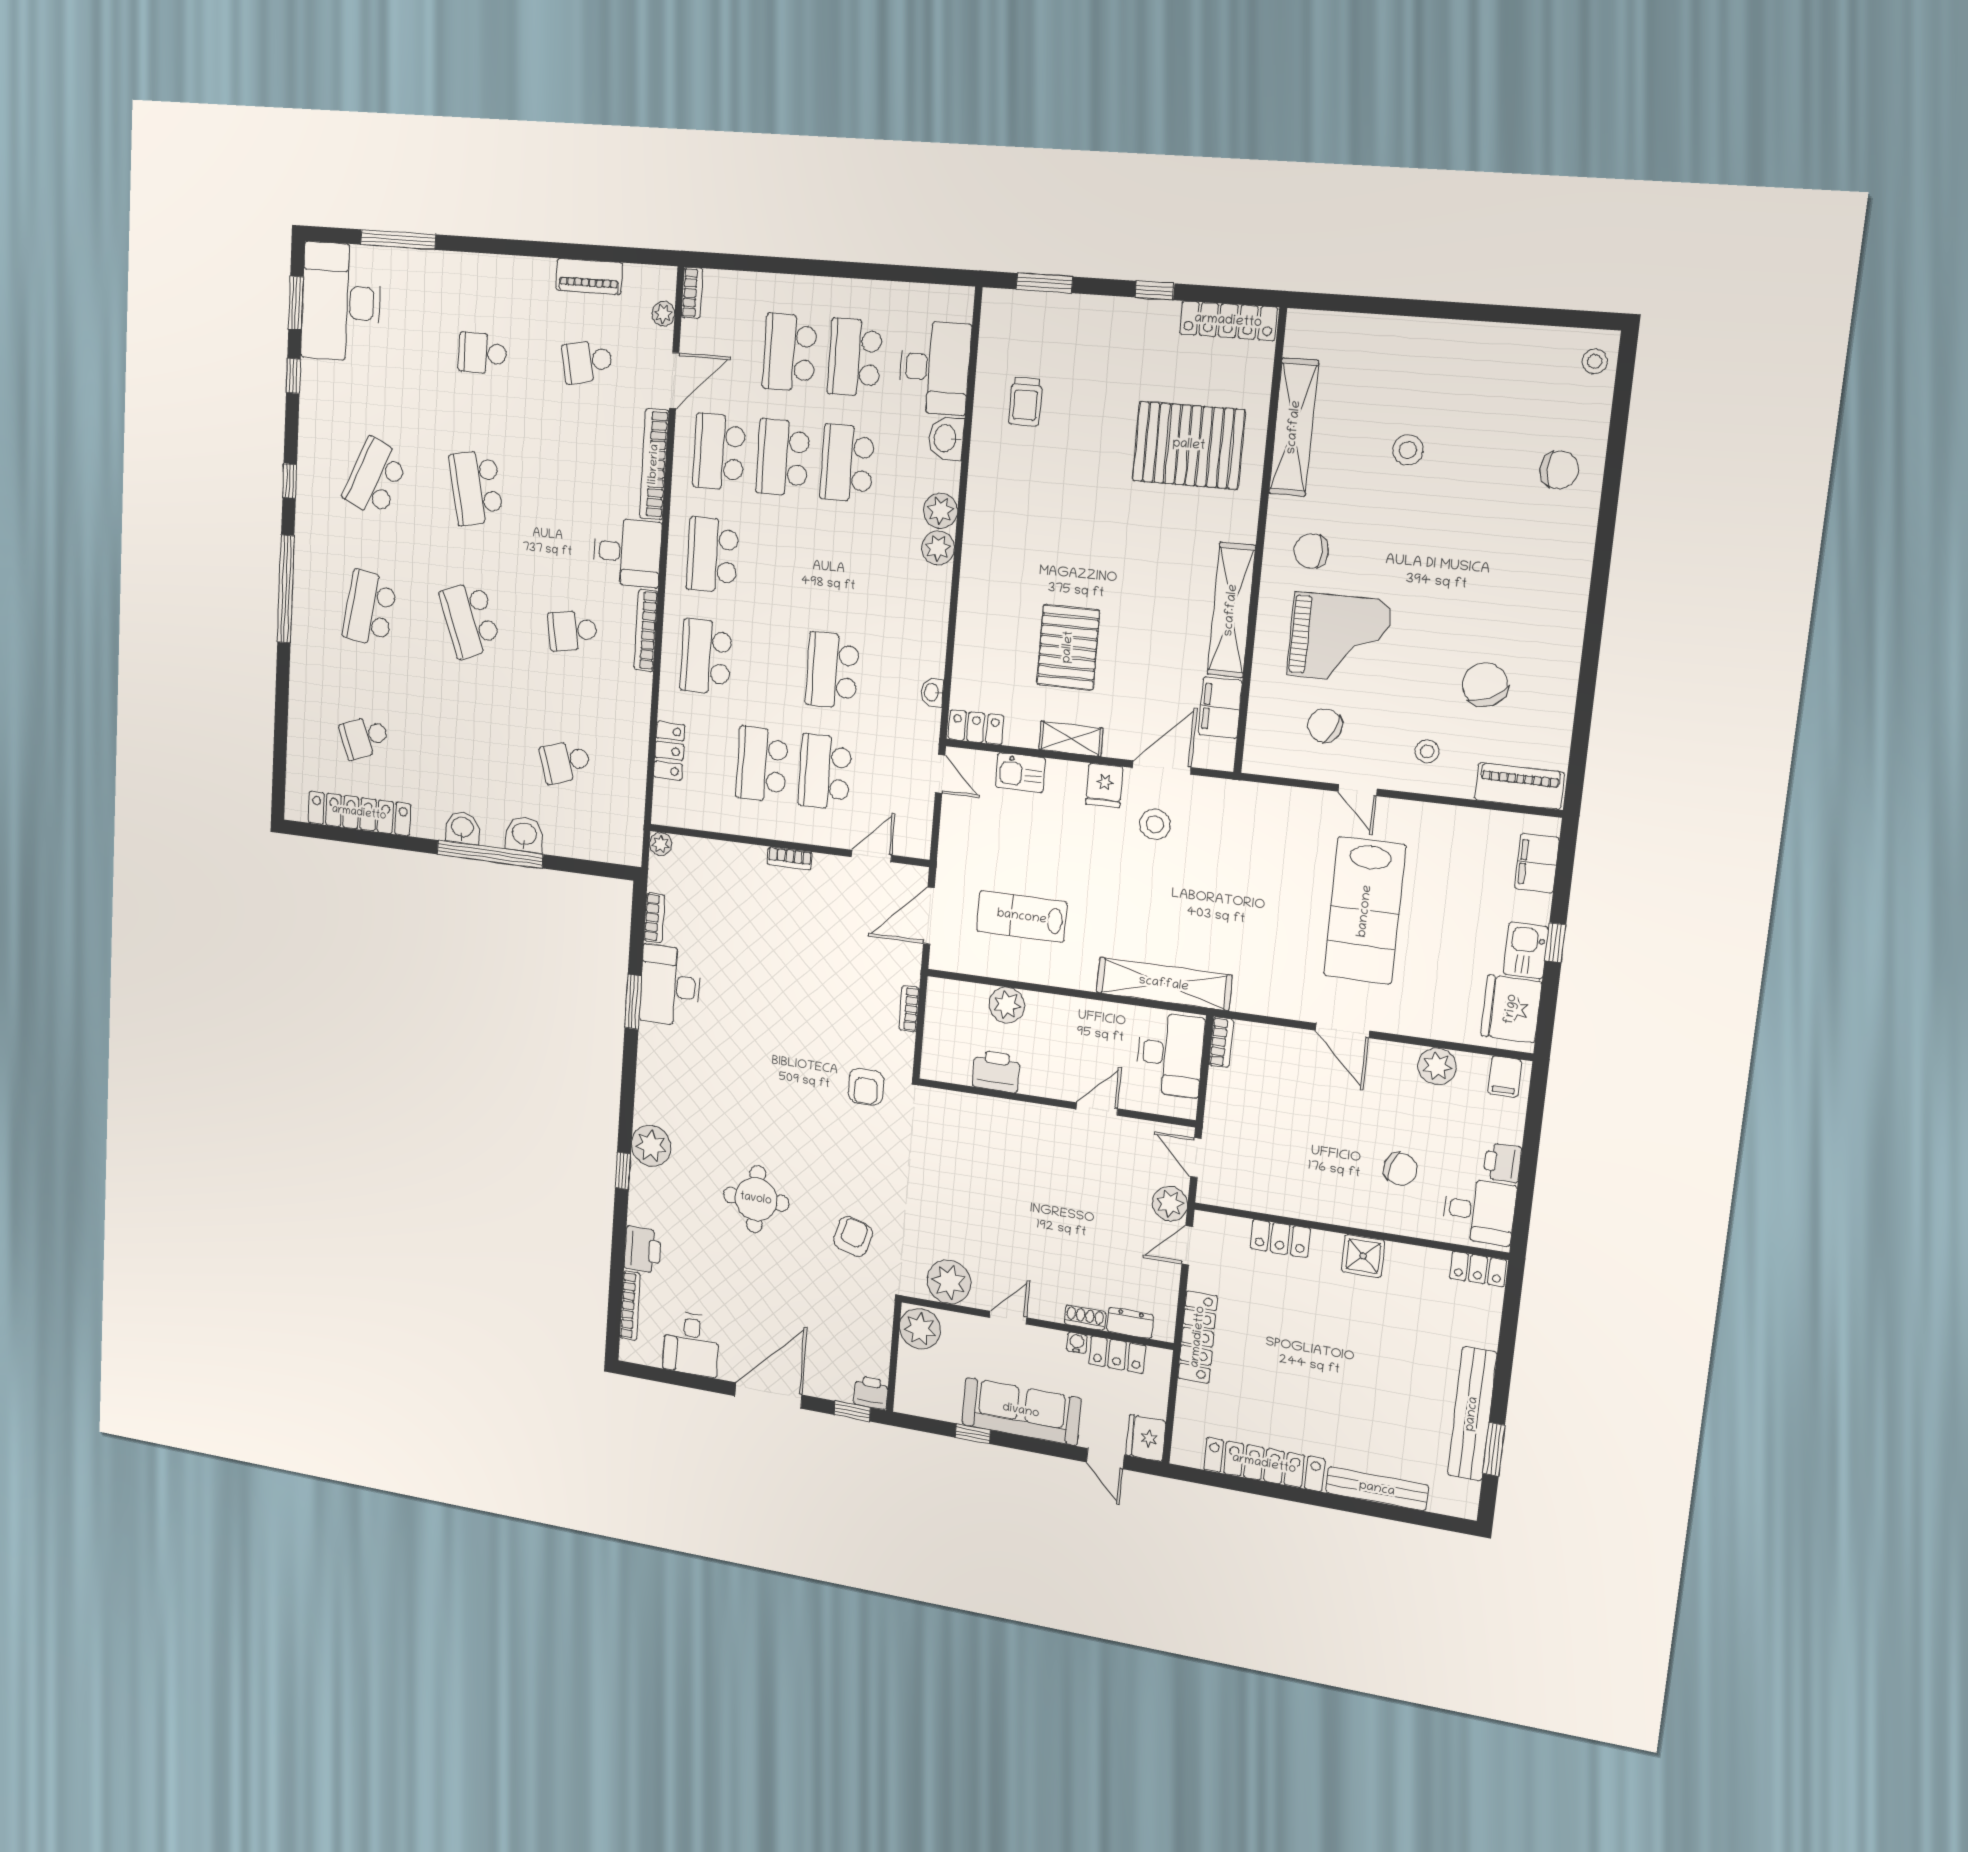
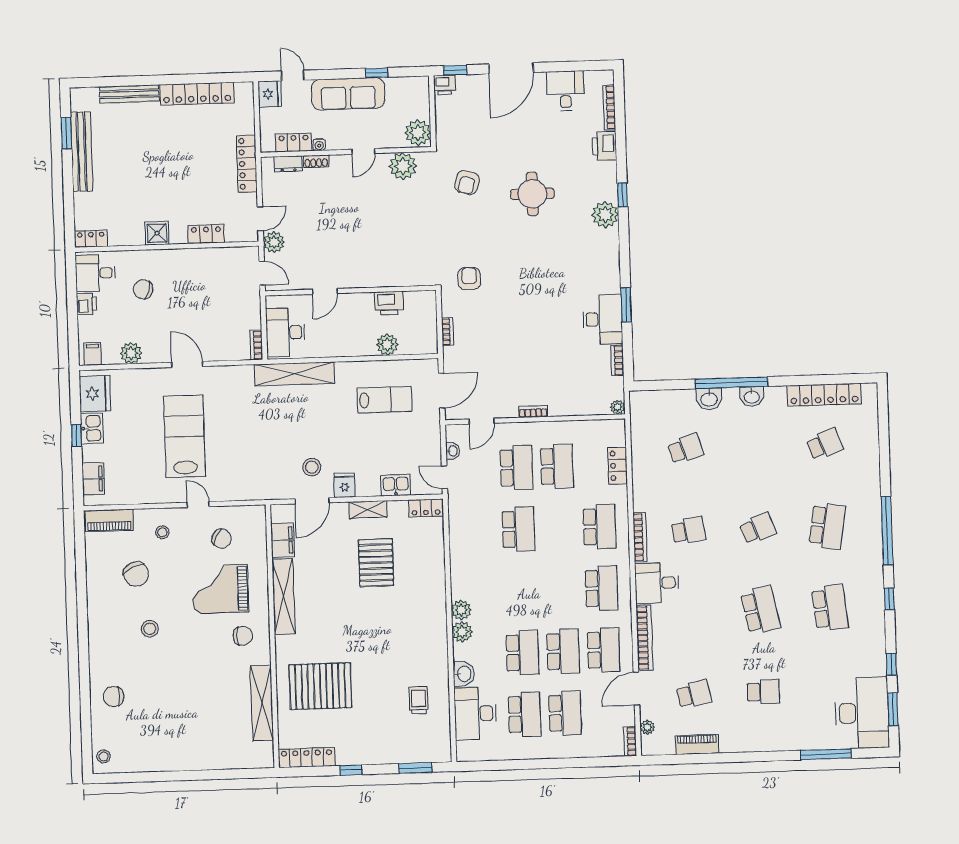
stool: (1408, 450) -> (150, 629), moved
school desk: (375, 478) -> (830, 608), turned -30
school desk: (470, 620) -> (758, 528), width x0.54
washbasin: (932, 692) -> (453, 451), moved

